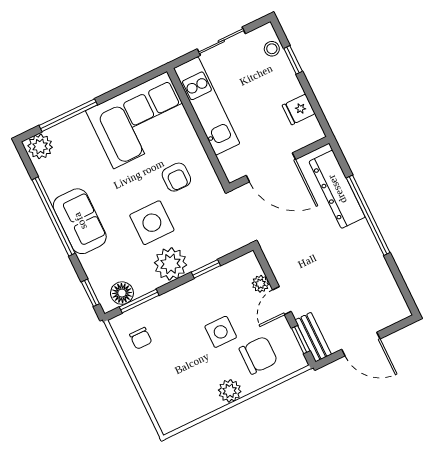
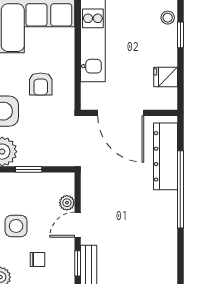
chair: (258, 355) -> (37, 259), width x0.54, depth x0.54

